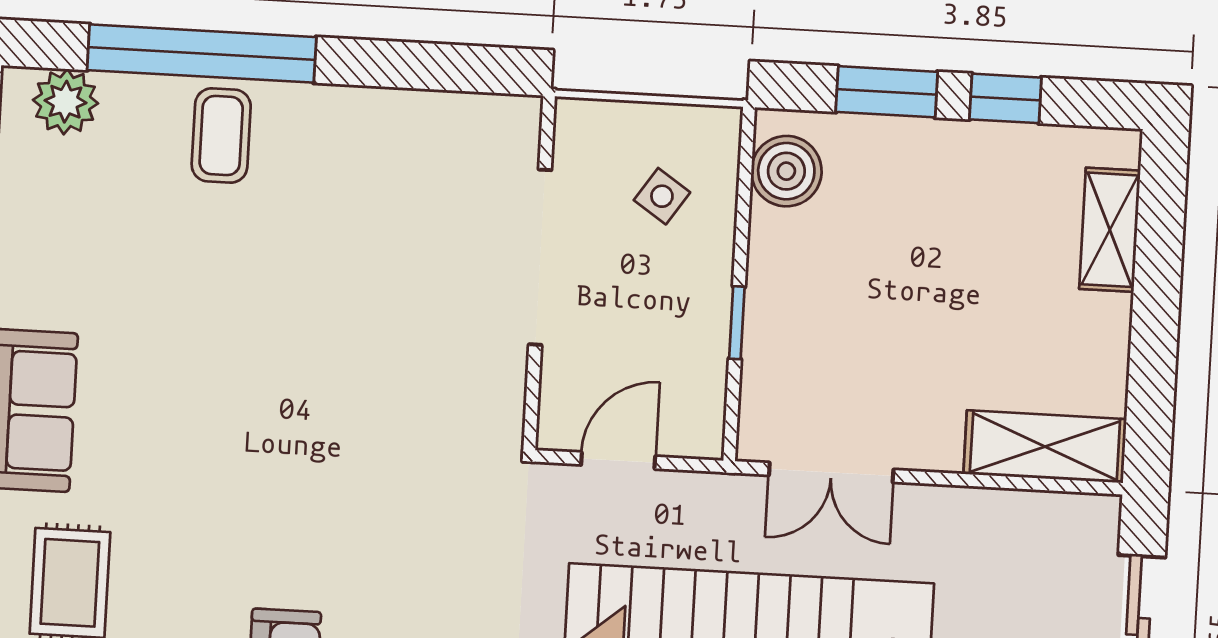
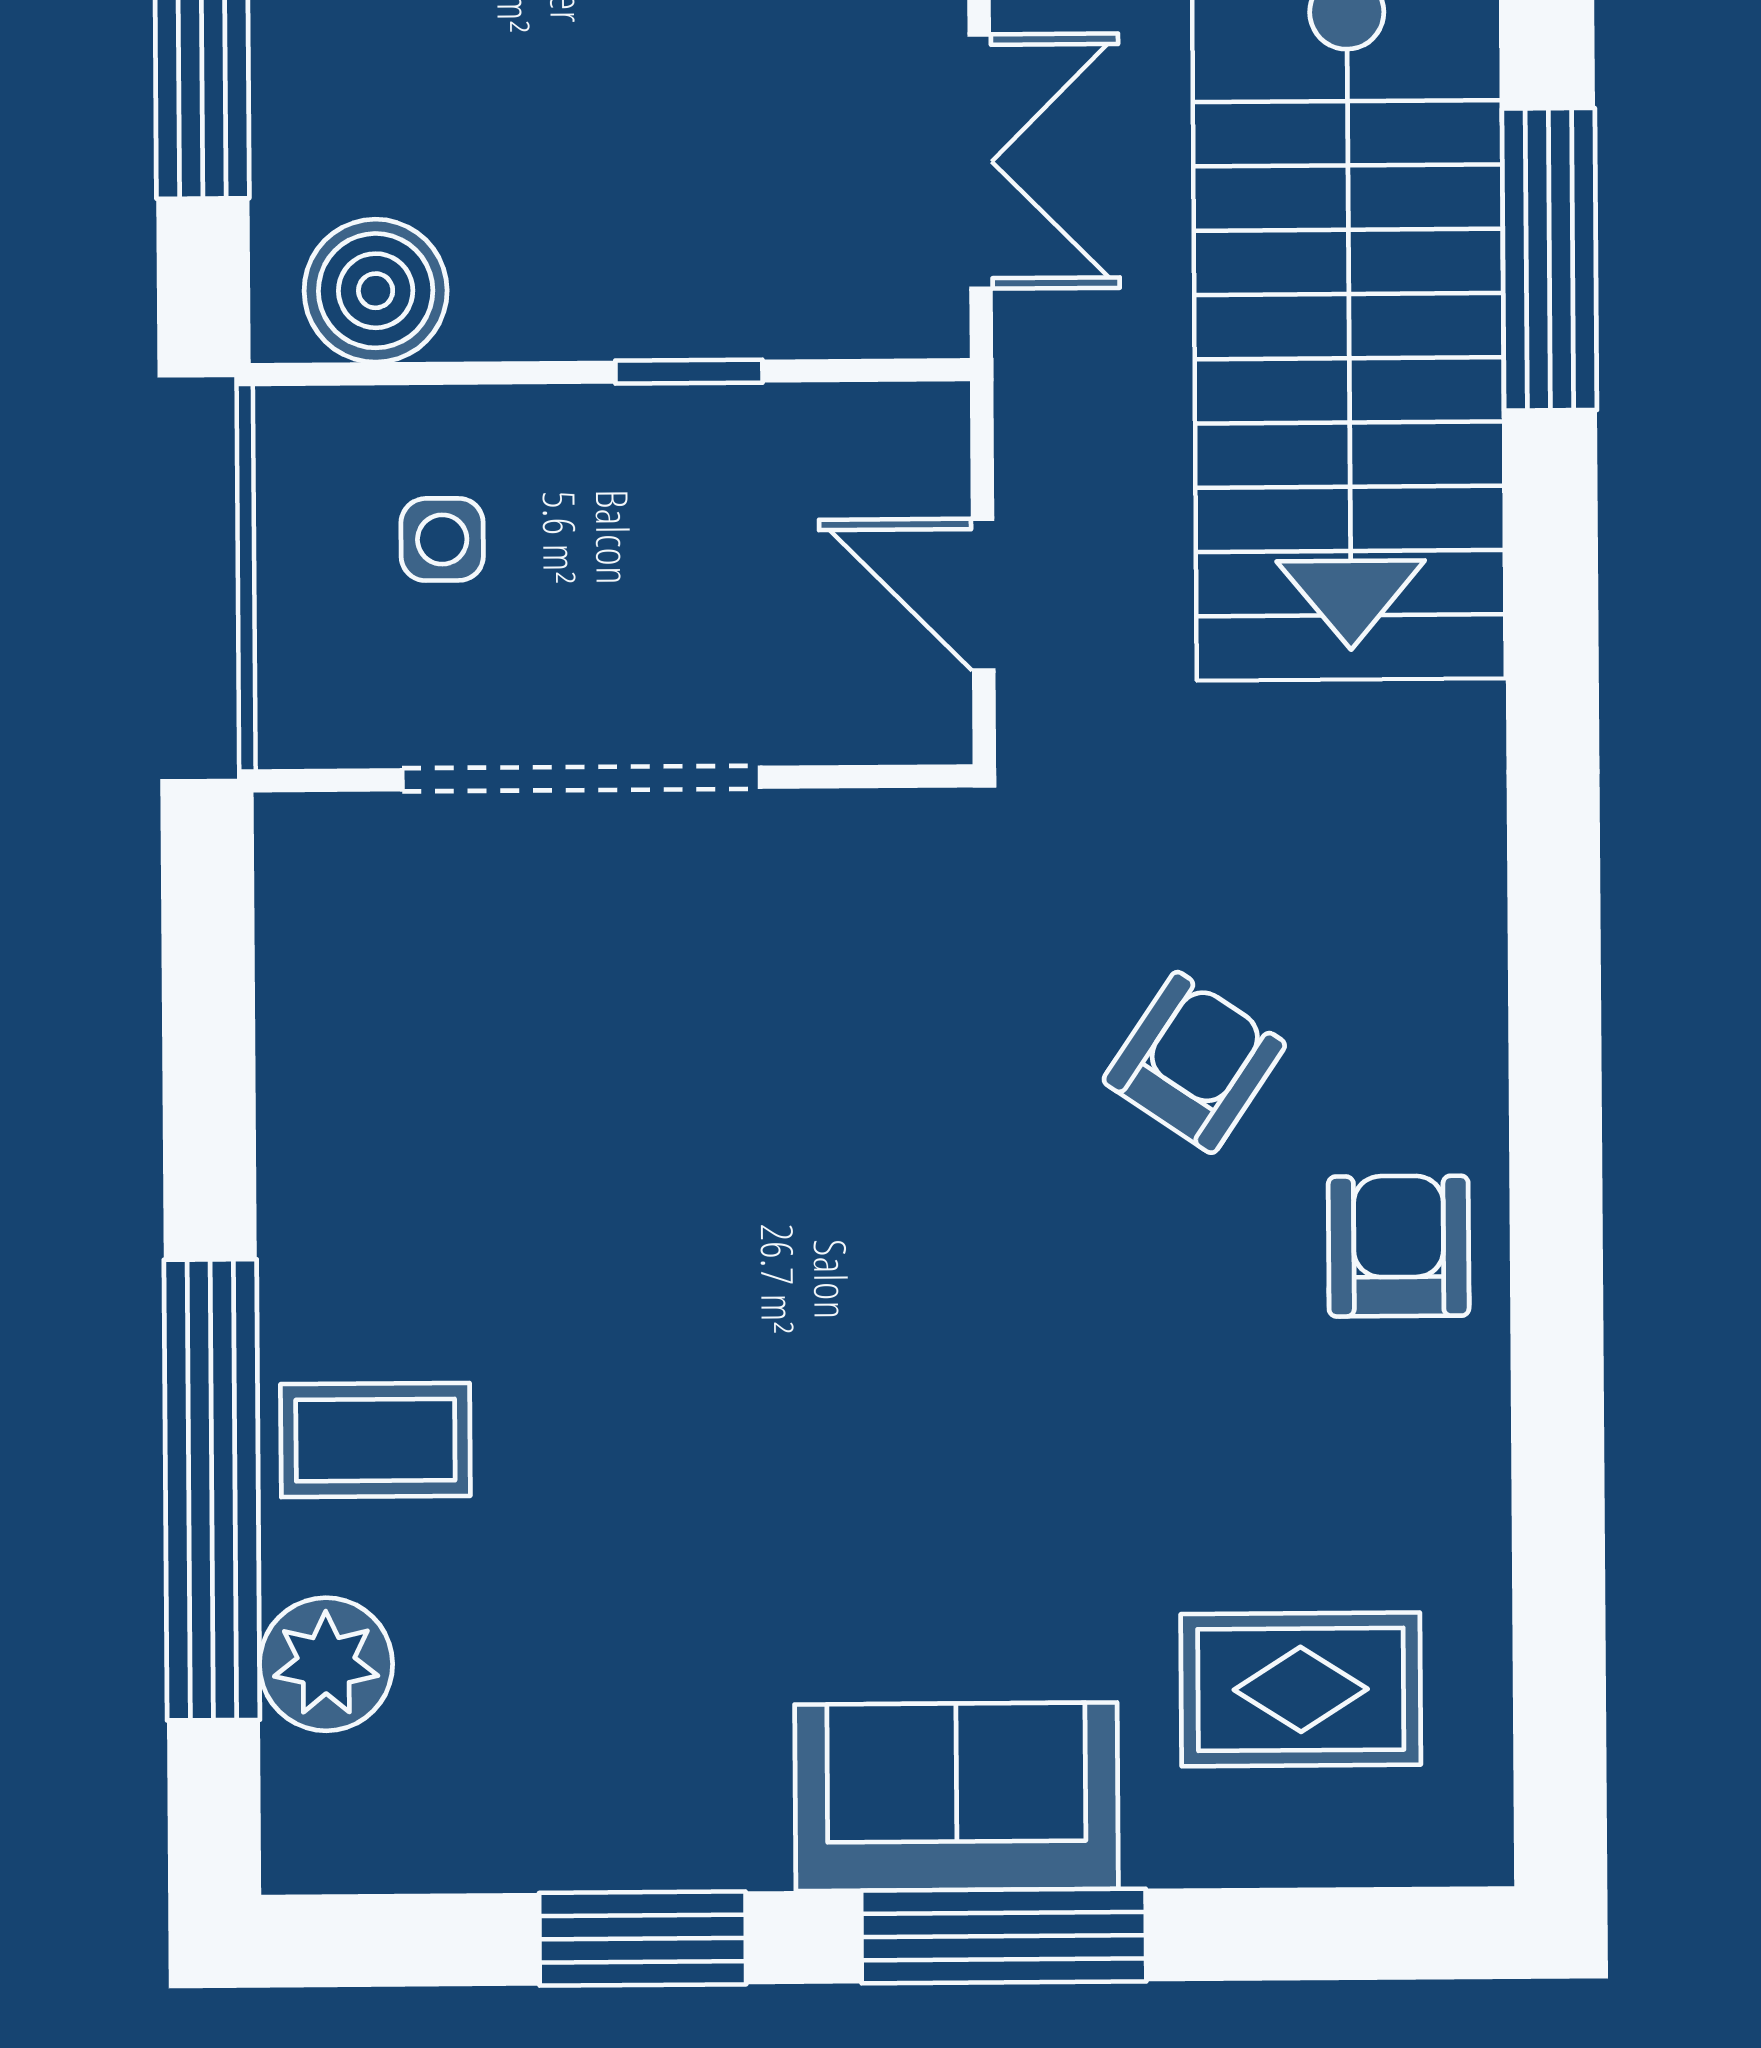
plant: (65, 102) -> (326, 1664), moved
side table: (662, 196) -> (442, 539), turned -34
armchair: (381, 550) -> (1194, 1062), added

